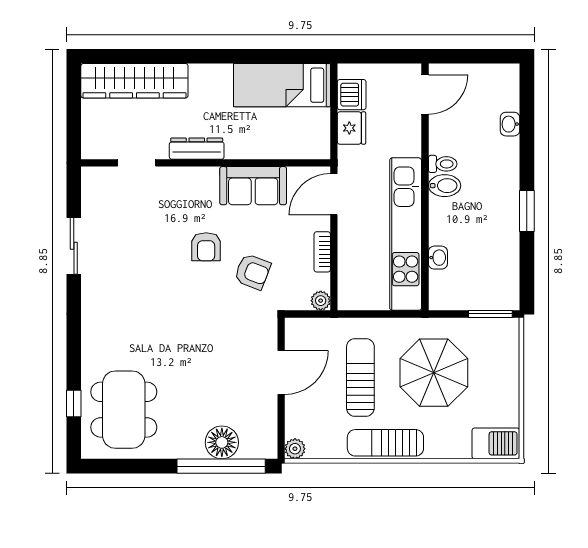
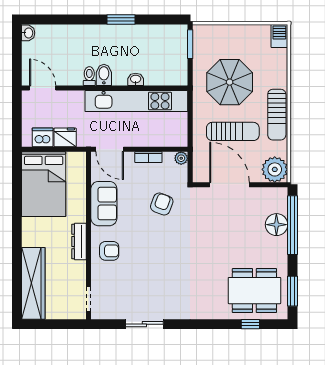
bed: (282, 85) -> (44, 184), width x1.50
washbasin: (510, 124) -> (28, 33), moved, turned -90
doorway: (137, 163) -> (89, 299), moved
armchair: (206, 247) -> (109, 251), moved
washbasin: (438, 258) -> (136, 79), moved
door: (281, 373) -> (229, 185), width x1.36
sun lounger: (360, 377) -> (233, 131), turned 180
barbecue: (496, 443) -> (279, 36), width x0.73, depth x0.79
plant: (295, 449) -> (275, 169), width x1.88, depth x1.88
window: (123, 466) -> (292, 291), added

